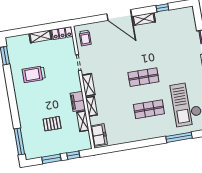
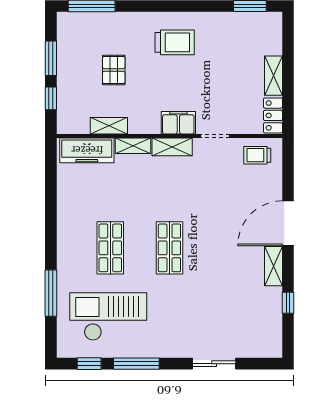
trolley: (34, 74) -> (175, 42), moved, turned 90
filing cabinet: (78, 101) -> (178, 123), moved
freezer: (99, 135) -> (87, 150), width x1.40

